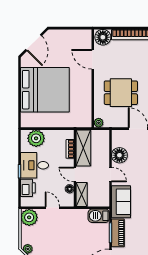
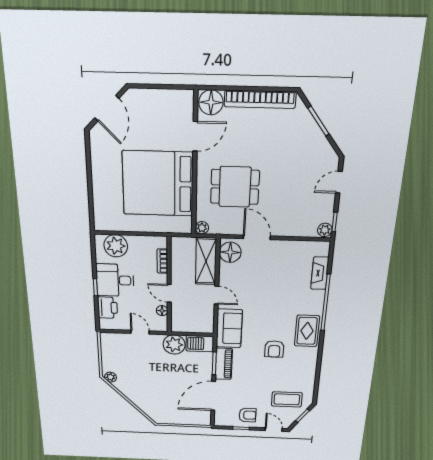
door: (93, 59) -> (195, 136), swing flipped
bed: (45, 90) -> (158, 184), moved, turned 180
shelving: (83, 148) -> (206, 261), moved
floor lamp: (119, 155) -> (230, 252), moved
shelving: (82, 194) -> (178, 318), removed
plant: (29, 217) -> (174, 345), moved

